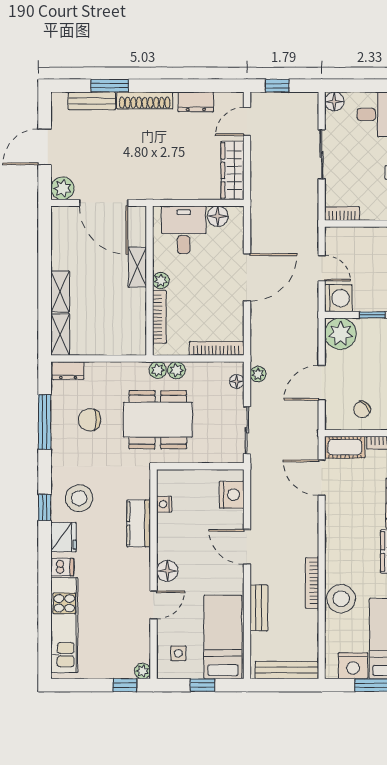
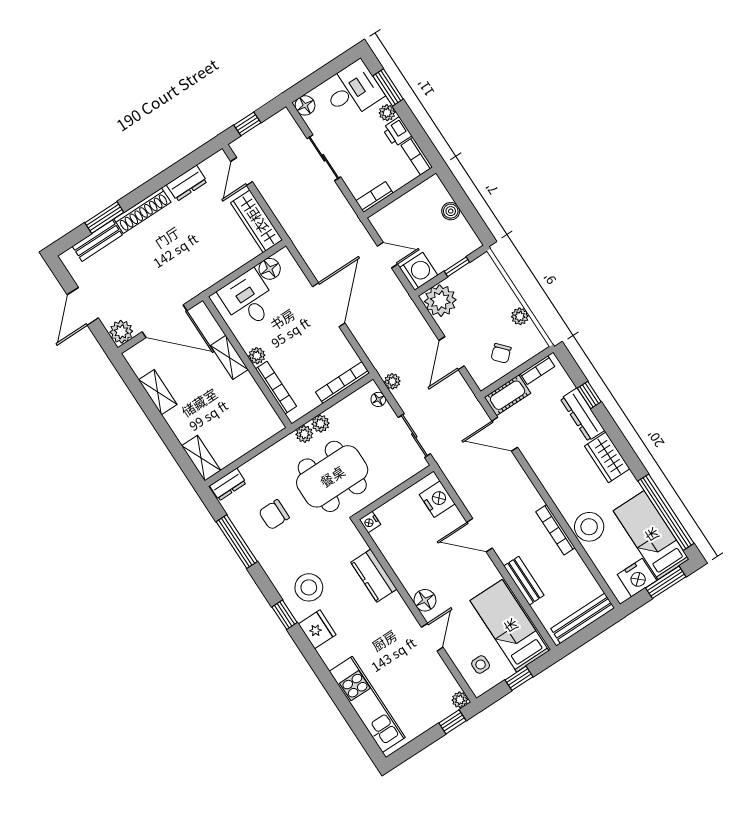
shelving: (60, 292) -> (158, 392), moved
nightstand: (164, 504) -> (370, 522), moved
dishwasher: (62, 567) -> (333, 656), removed

